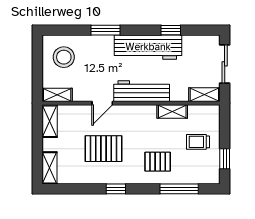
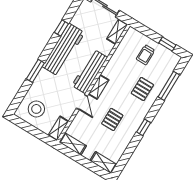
shelving: (172, 112) -> (99, 87), moved
pallet: (103, 149) -> (112, 119), width x0.67, depth x0.71

